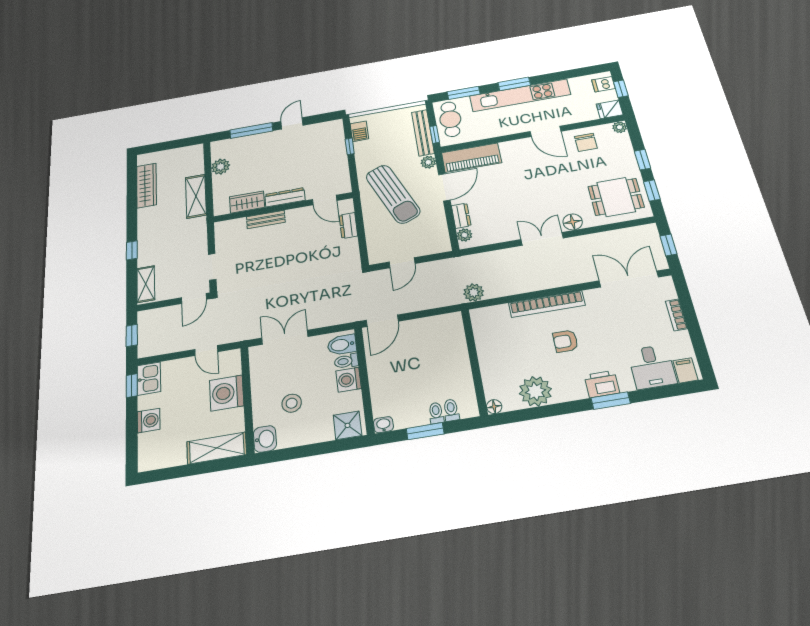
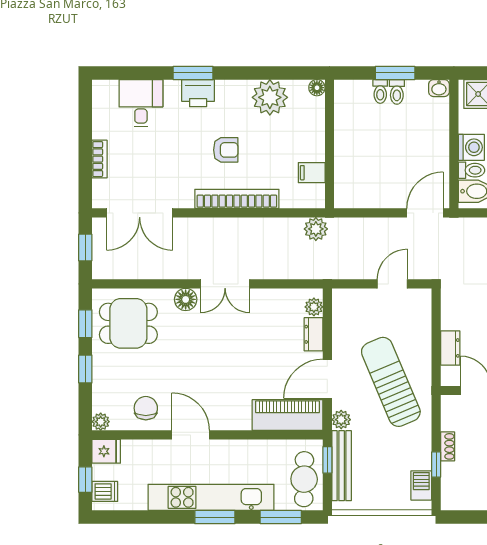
shoe rack: (342, 159) -> (448, 446), added
filing cabinet: (685, 370) -> (312, 173), moved, turned 90
toilet: (451, 410) -> (397, 92), moved

